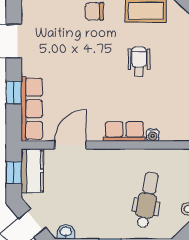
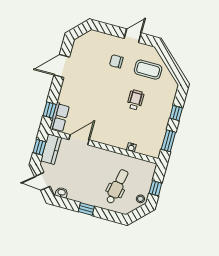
window: (14, 93) -> (50, 110), moved
row of seats: (32, 109) -> (59, 117), width x0.68
row of seats: (124, 131) -> (115, 140), removed

